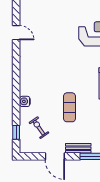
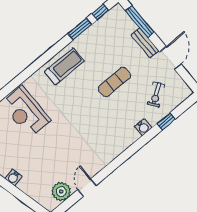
plant: (27, 14) -> (61, 192), added
window: (16, 132) -> (166, 121), moved

